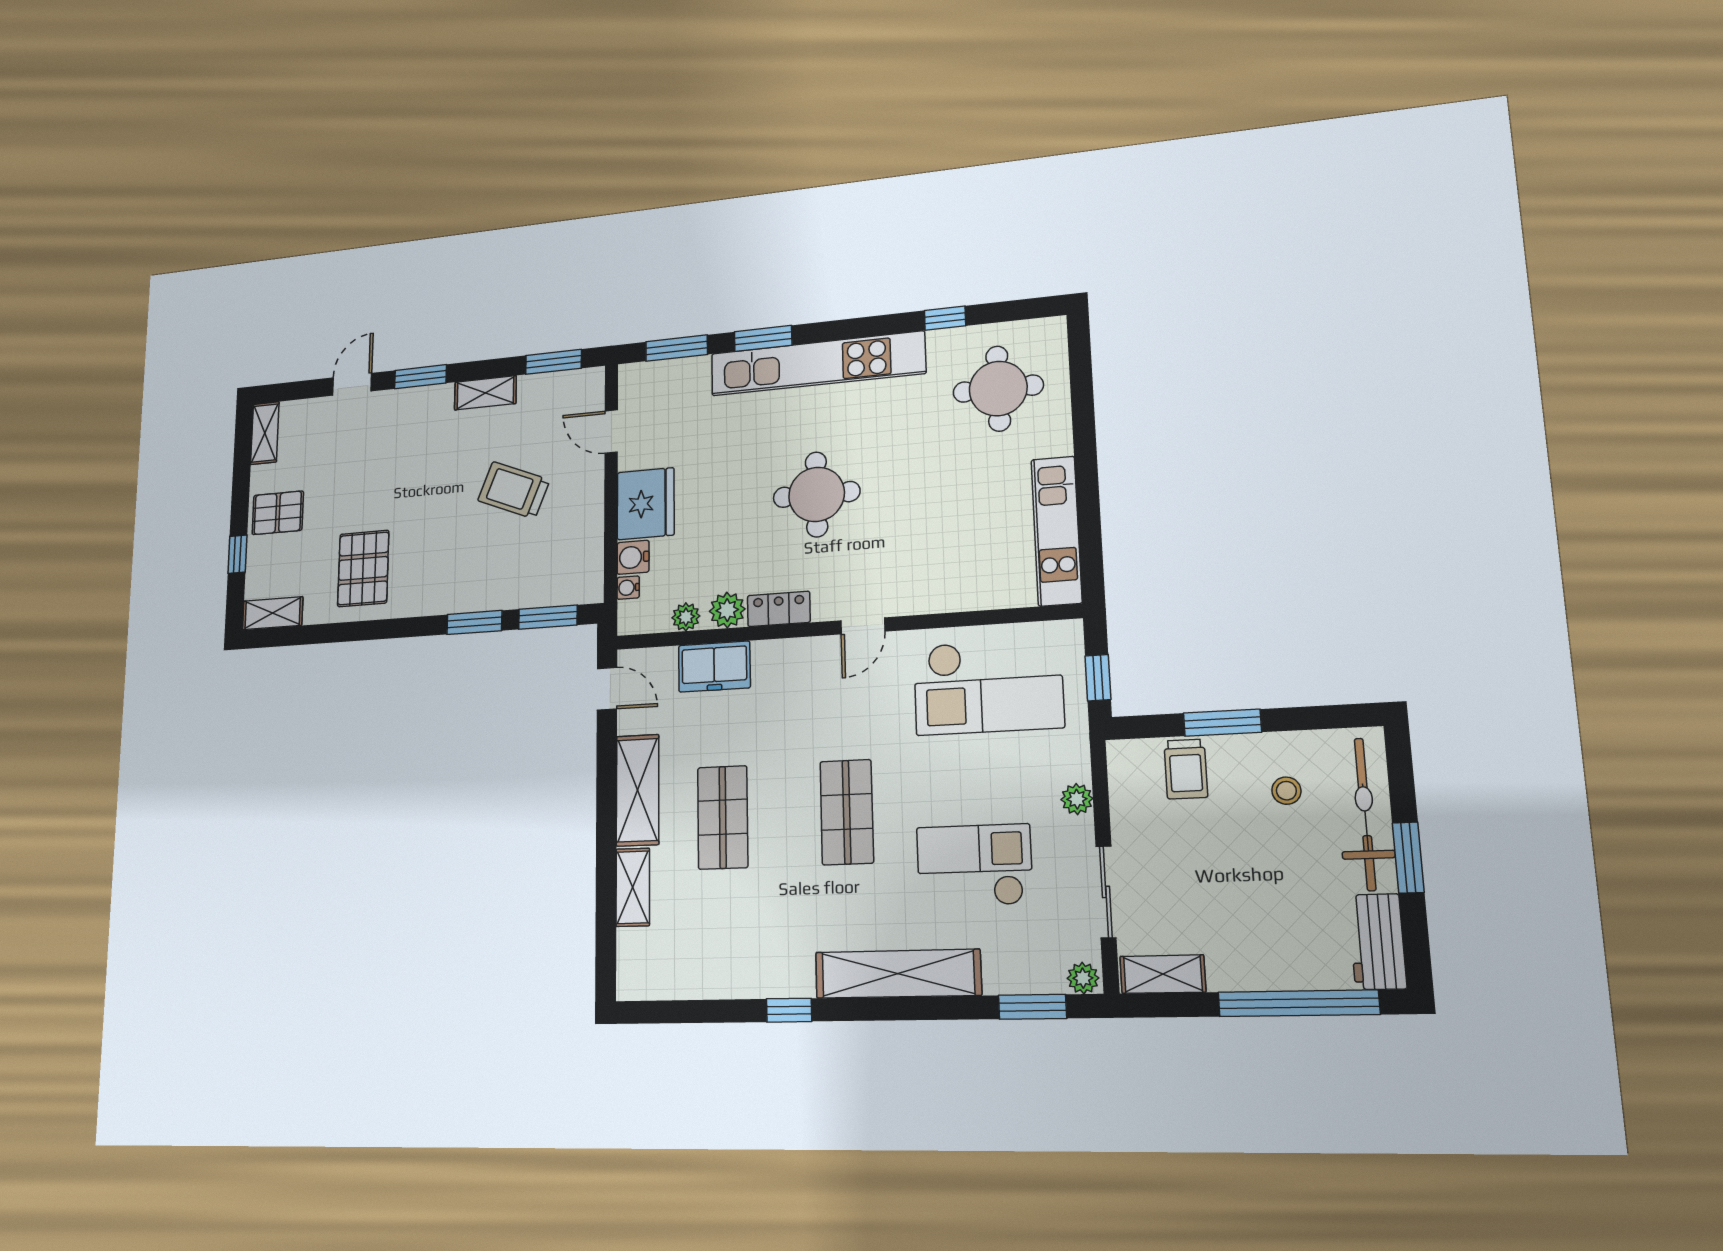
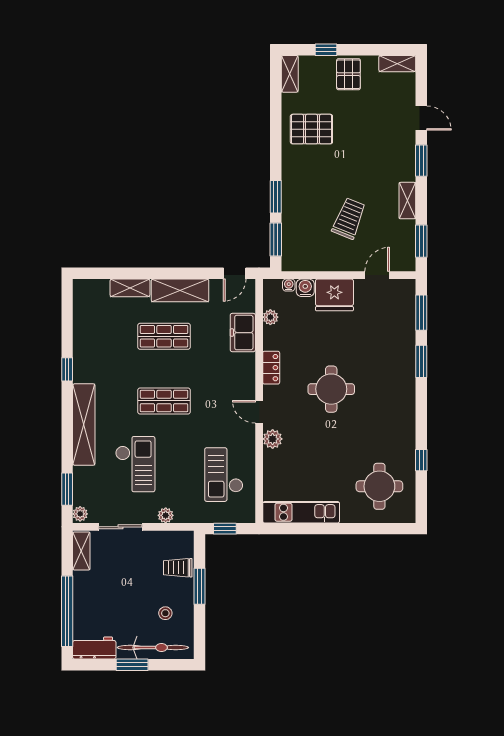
kitchen unit: (817, 364) -> (404, 391), removed
plant: (727, 610) -> (273, 439), moved
checkout: (988, 686) -> (224, 475), width x0.73, depth x0.83

